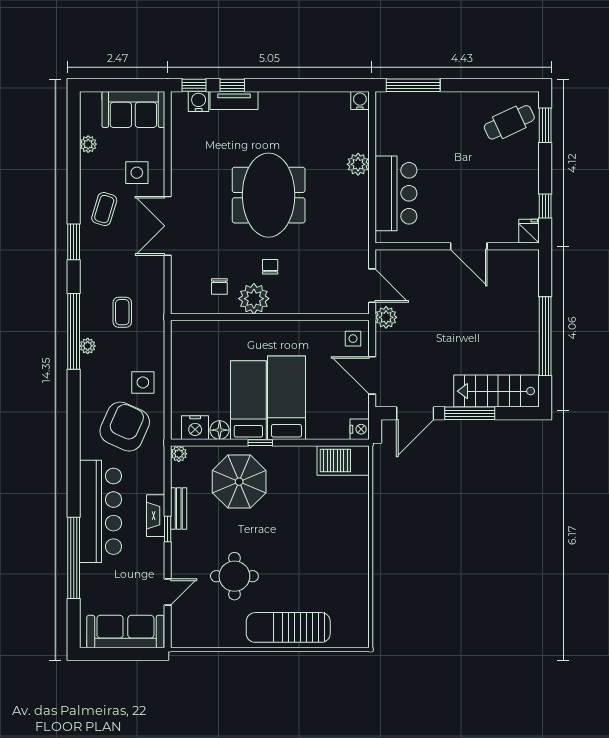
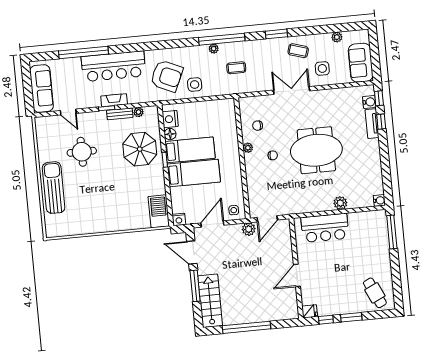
window: (545, 125) -> (351, 317), moved
plant: (254, 299) -> (248, 148), width x0.53, depth x0.53
plant: (179, 454) -> (139, 112), moved

